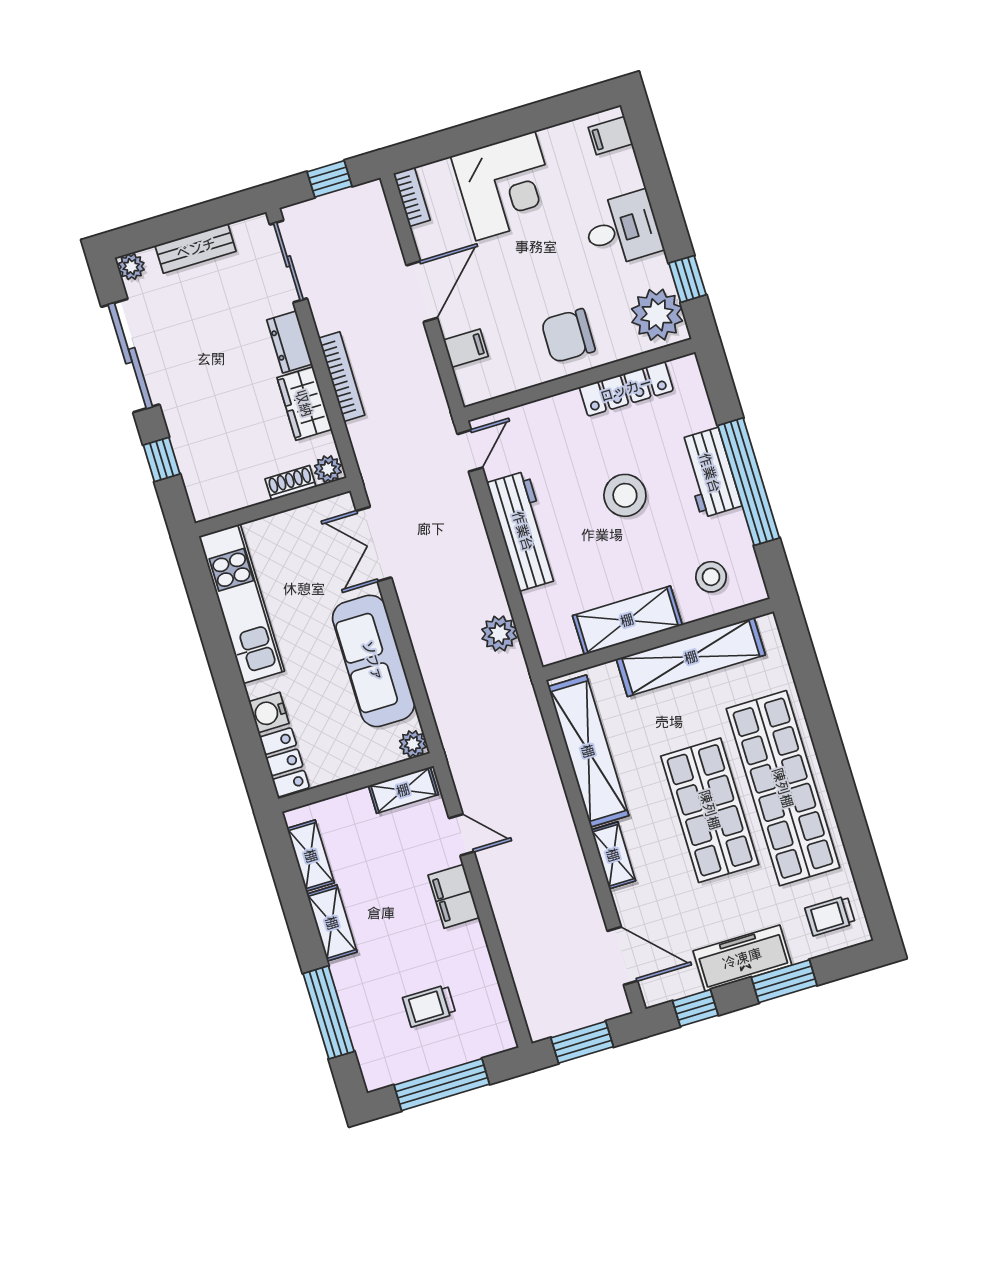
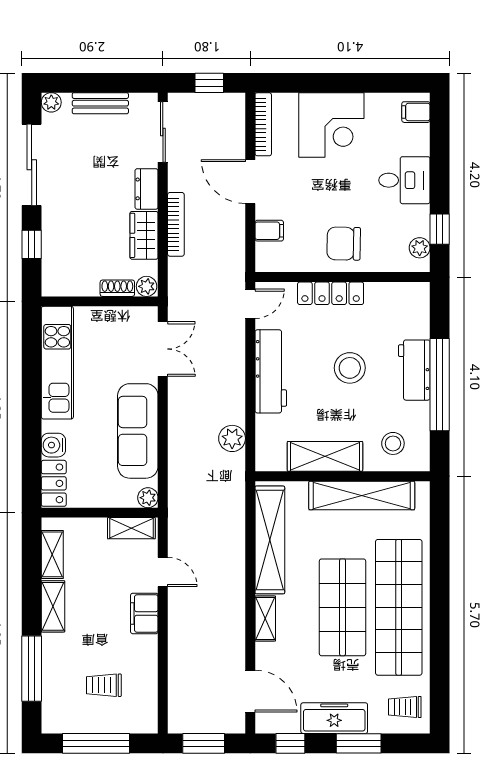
bookcase: (412, 197) -> (263, 124), width x1.56
door: (422, 292) -> (250, 182), swing flipped
plant: (657, 315) -> (420, 248), width x0.53, depth x0.53
locker: (626, 389) -> (331, 293), moved
double door: (374, 544) -> (163, 349), swing flipped

